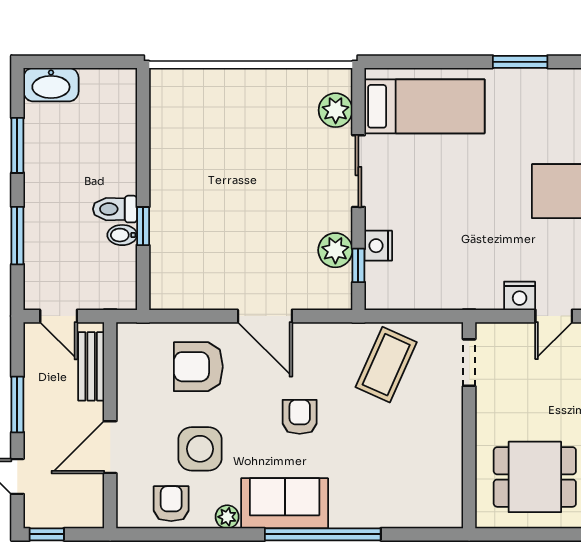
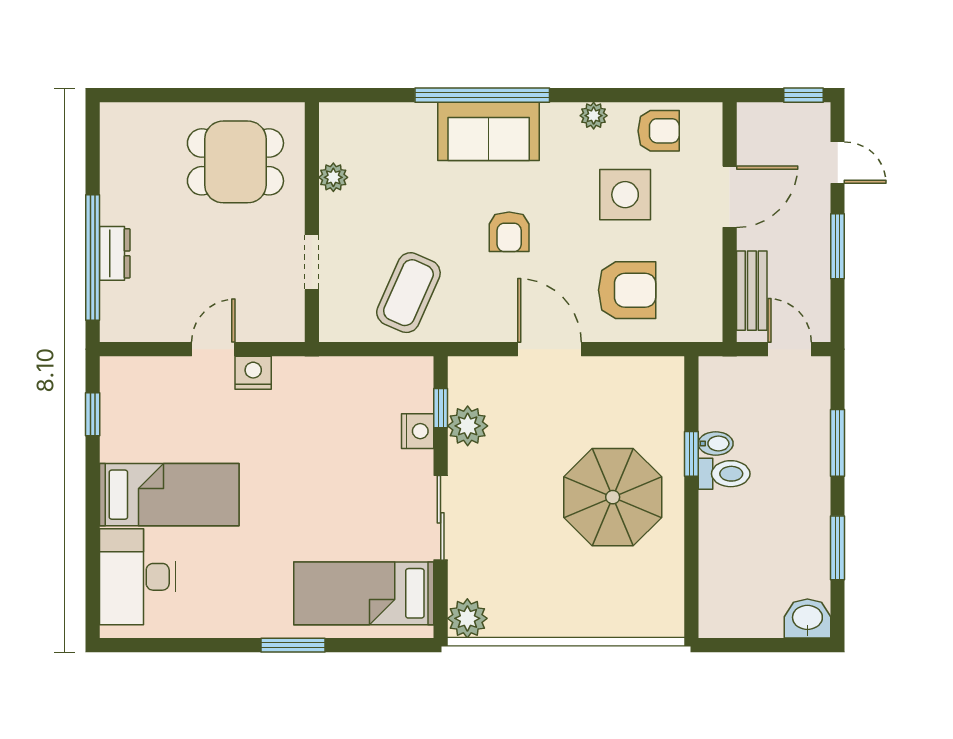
window: (520, 62) -> (293, 645), moved
washbasin: (51, 85) -> (807, 619), width x0.72
plant: (336, 110) -> (467, 618), moved
parasol: (211, 189) -> (613, 497), added
doorway: (469, 363) -> (312, 262), moved
plant: (451, 464) -> (333, 177), added
sofa: (285, 503) -> (489, 131), moved
armchair: (171, 504) -> (659, 131), turned -90

